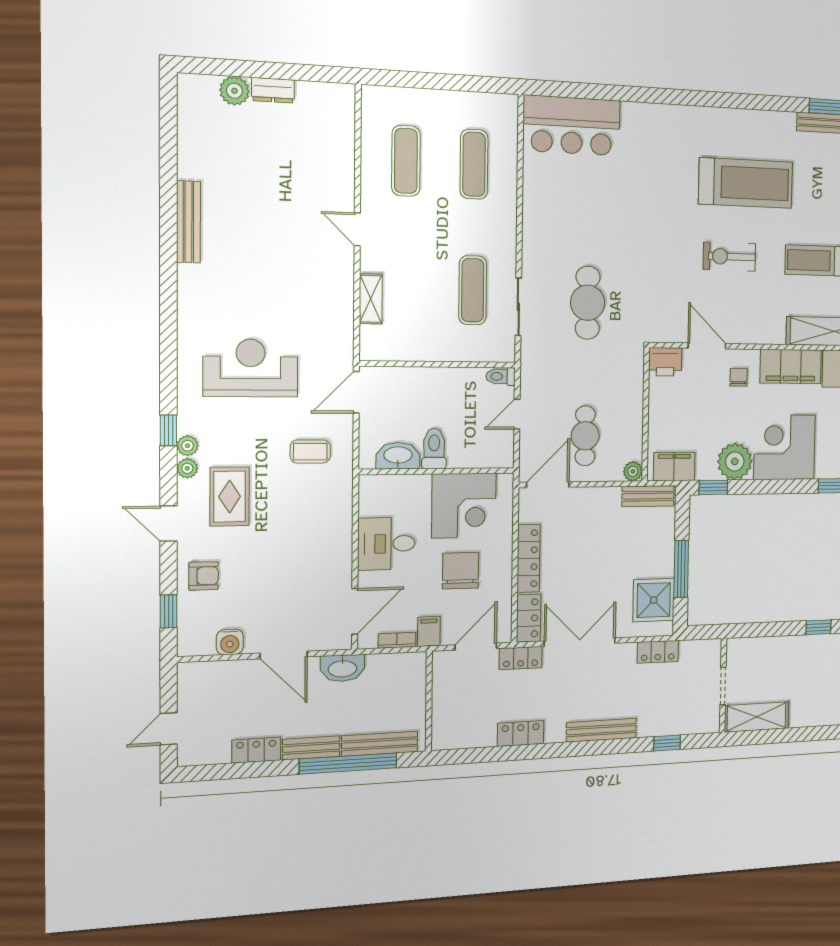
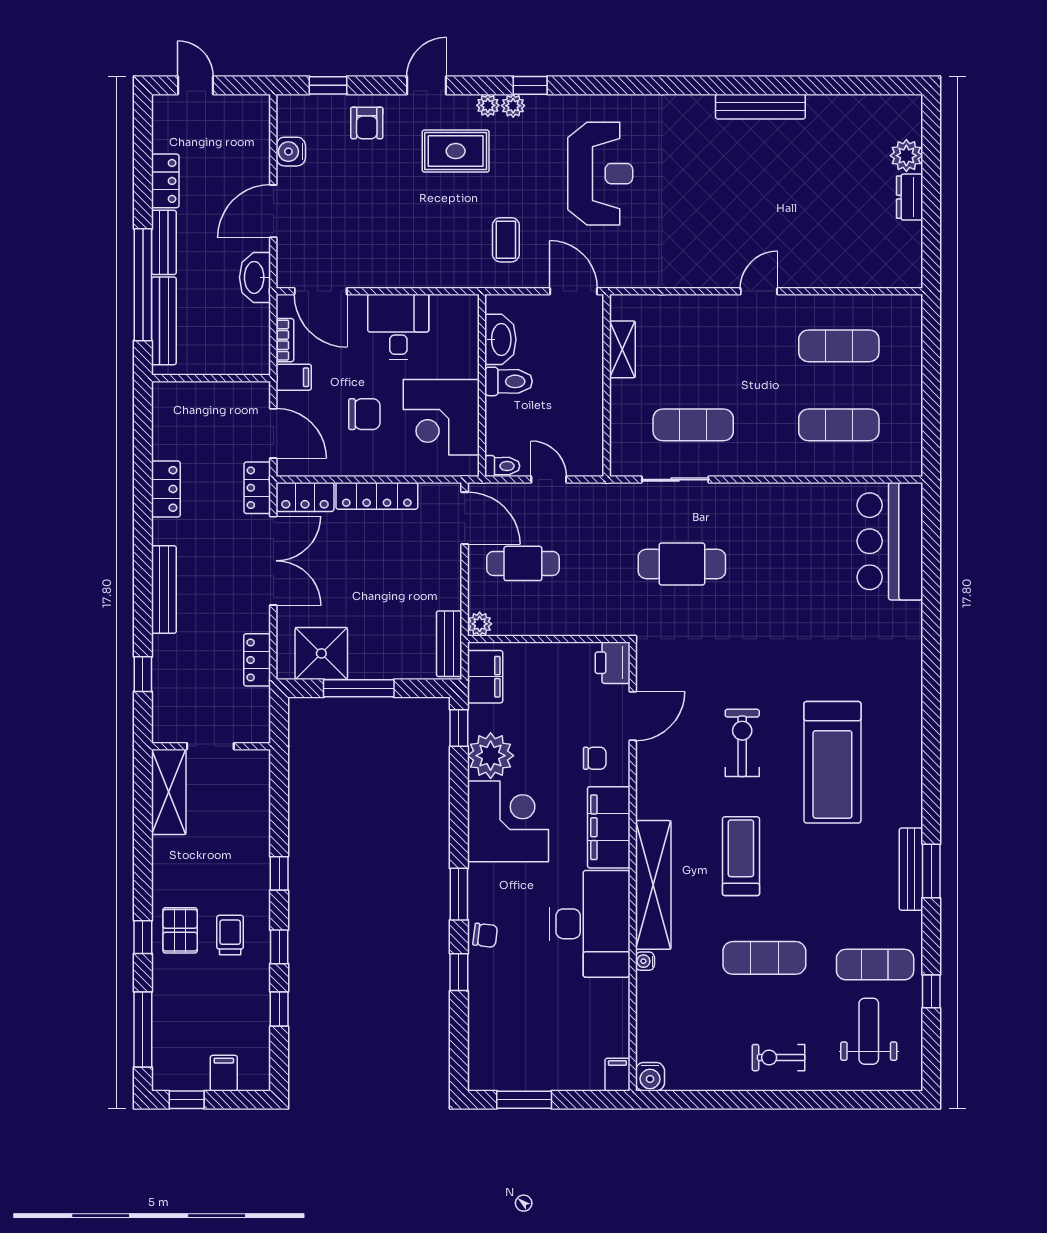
shelving: (371, 299) -> (622, 349), moved, turned 90
toilet: (501, 376) -> (502, 466), moved, turned 90
chair: (461, 571) -> (364, 414), width x0.73, depth x0.73

